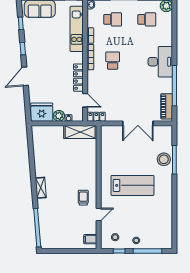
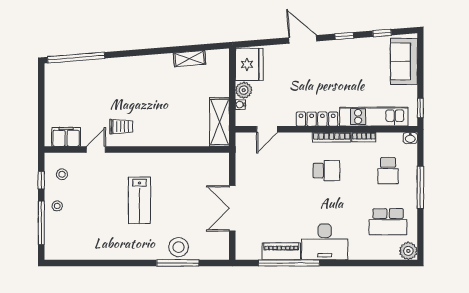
school desk: (147, 19) -> (388, 222), width x1.85
locker: (78, 78) -> (317, 119), moved
piano: (167, 106) -> (281, 251), moved
locker: (96, 117) -> (242, 146), removed
lab bench: (132, 185) -> (139, 200), width x0.73, depth x0.72
shelving: (41, 188) -> (190, 59), moved
door: (99, 215) -> (96, 150), swing flipped
filing cabinet: (90, 239) -> (66, 137), width x2.00

